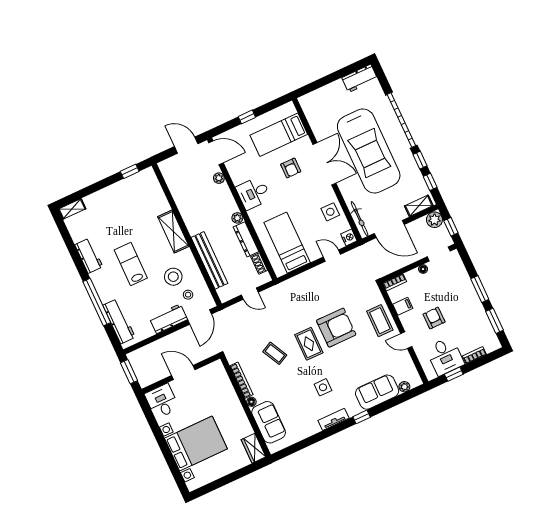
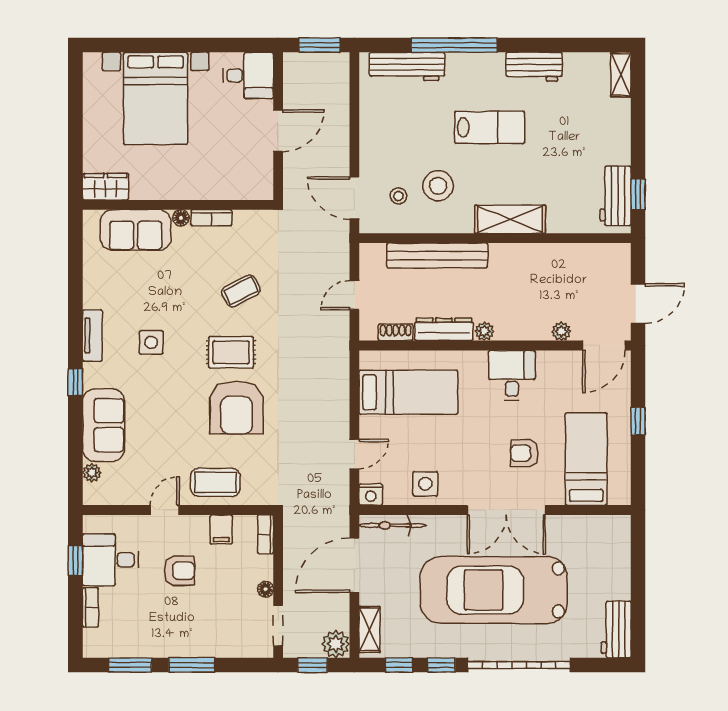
workbench: (168, 319) -> (615, 196), moved, turned 180
bookcase: (241, 380) -> (211, 218), width x0.64

